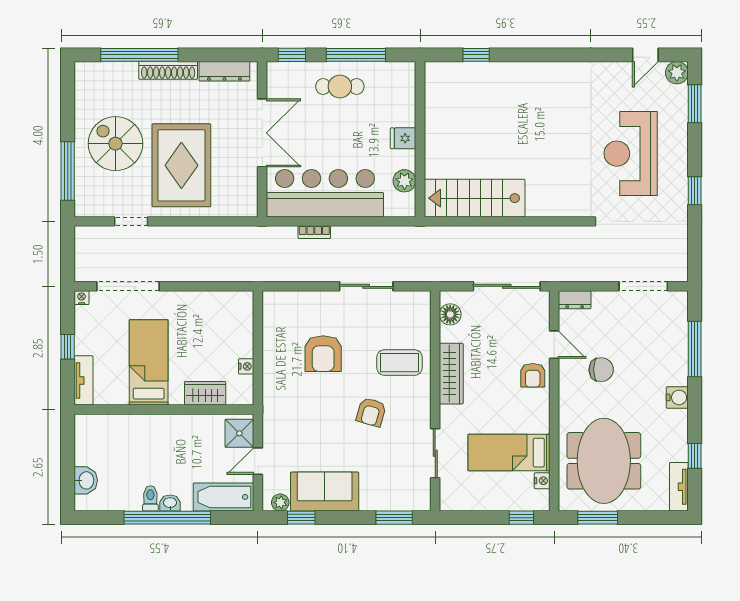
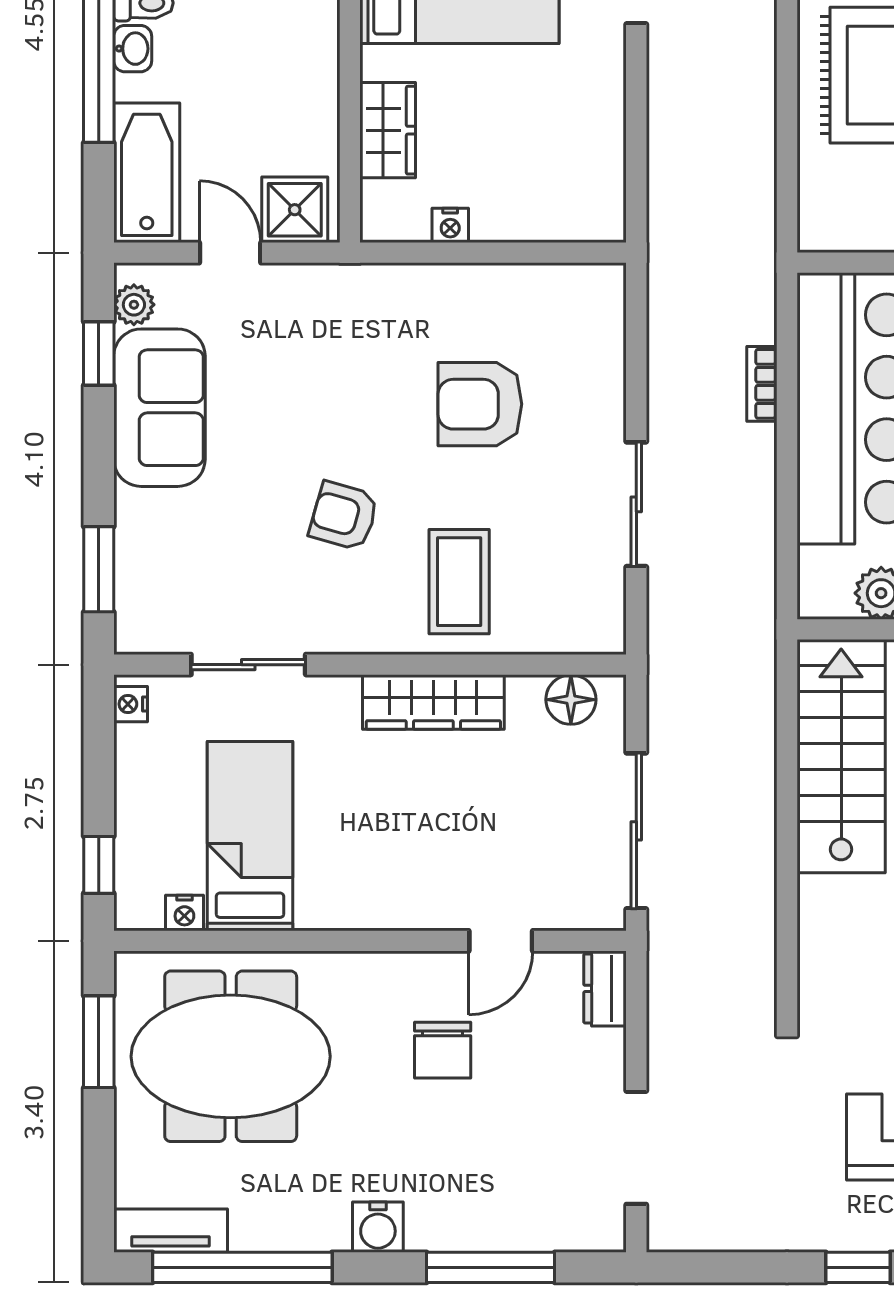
armchair: (533, 375) -> (429, 891), removed
window: (695, 456) -> (242, 1267), width x3.17
nightstand: (452, 504) -> (131, 704), added

